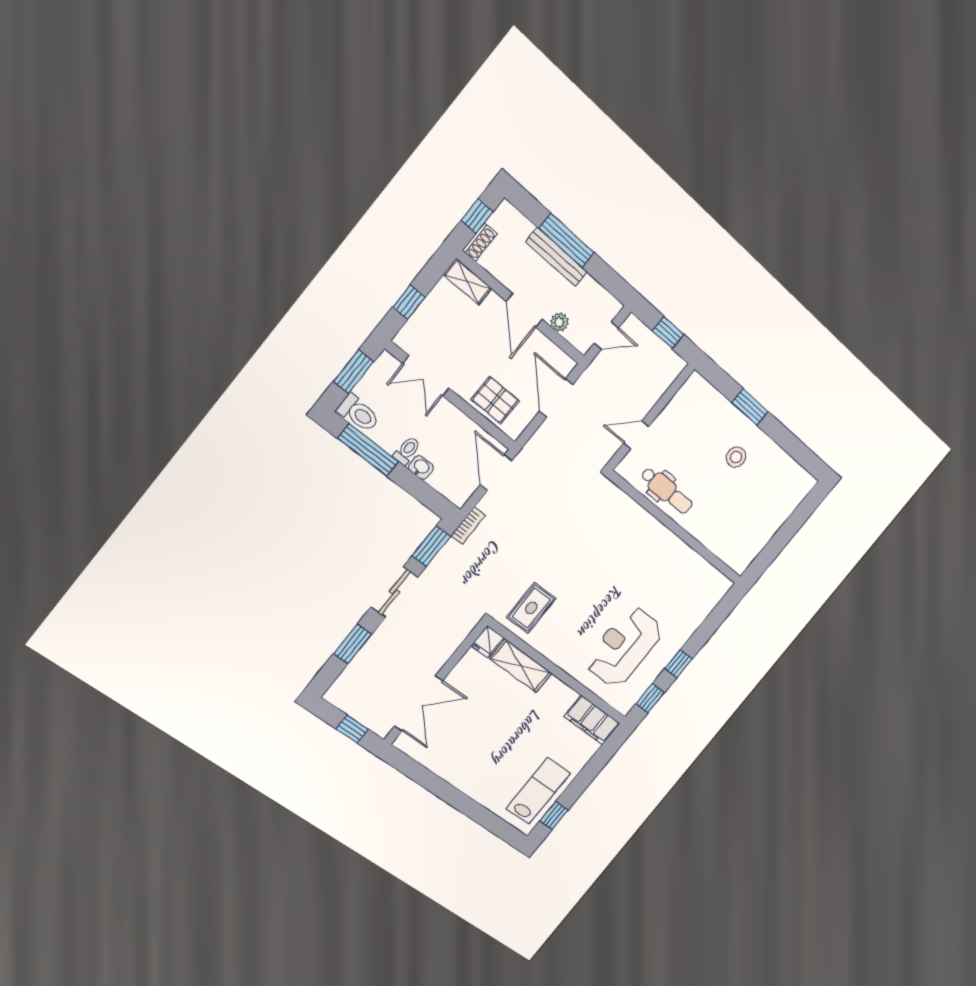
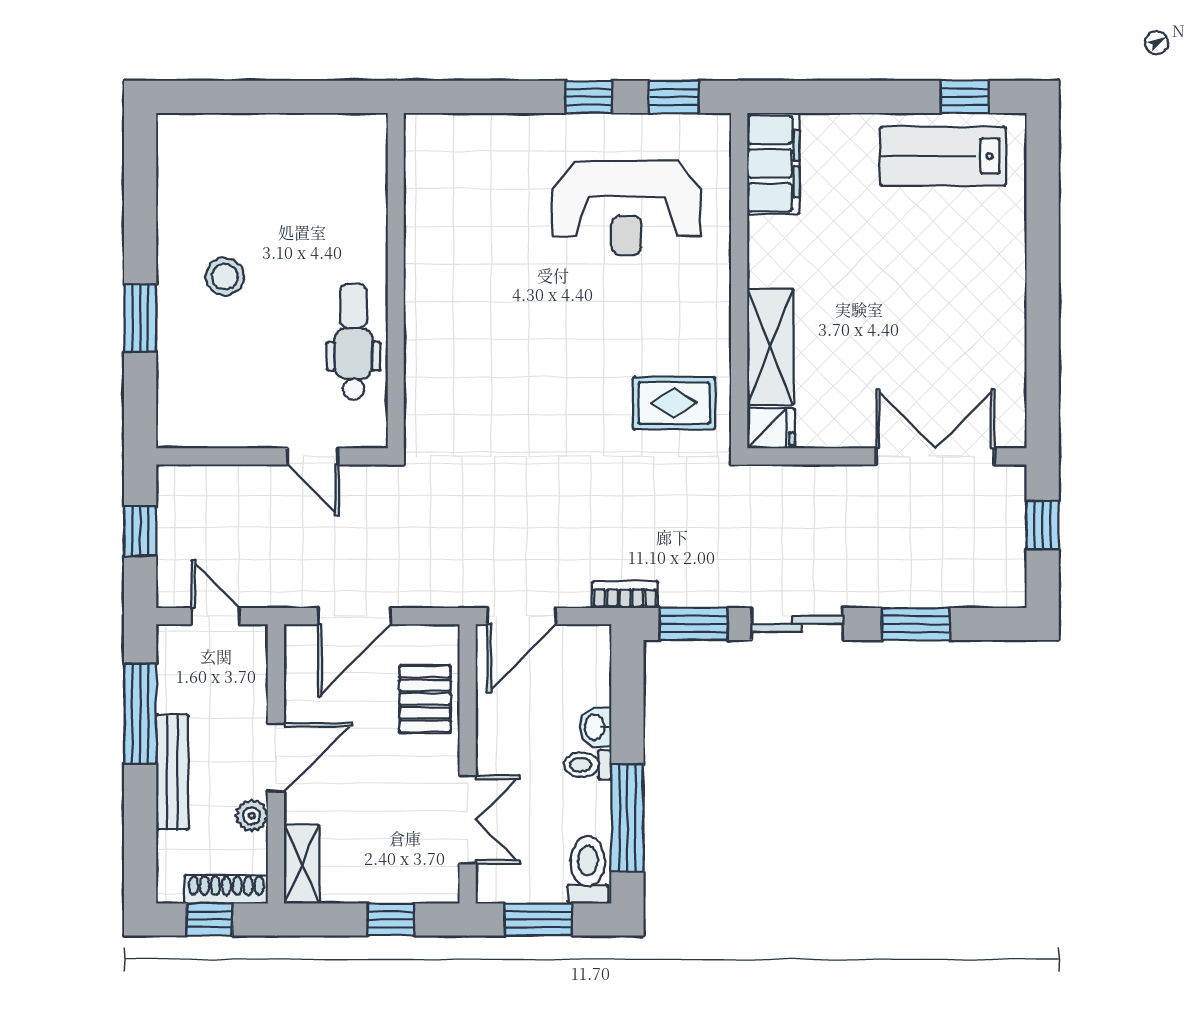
window: (566, 240) -> (140, 714), moved
shoe rack: (480, 242) -> (226, 889), width x1.43
plant: (559, 322) -> (252, 816), moved

